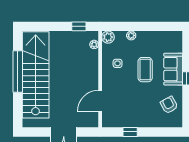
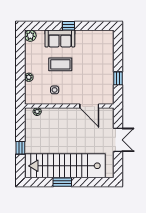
window: (79, 26) -> (20, 148), moved
plant: (108, 37) -> (30, 36), moved
window: (18, 72) -> (62, 182), width x0.47
armchair: (169, 105) -> (93, 42), removed

